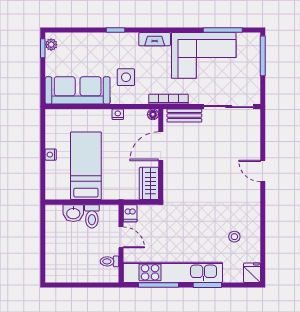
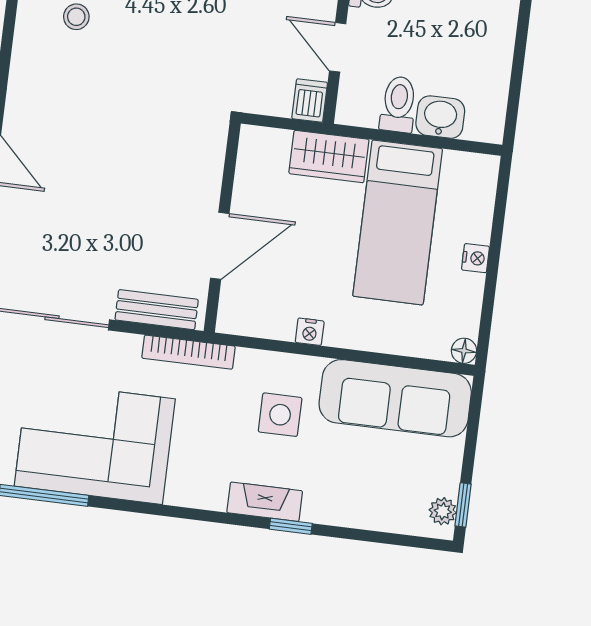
fireplace: (155, 39) -> (265, 502), moved
floor lamp: (153, 114) -> (464, 351), moved
wardrobe: (149, 183) -> (329, 157), moved, turned 90

